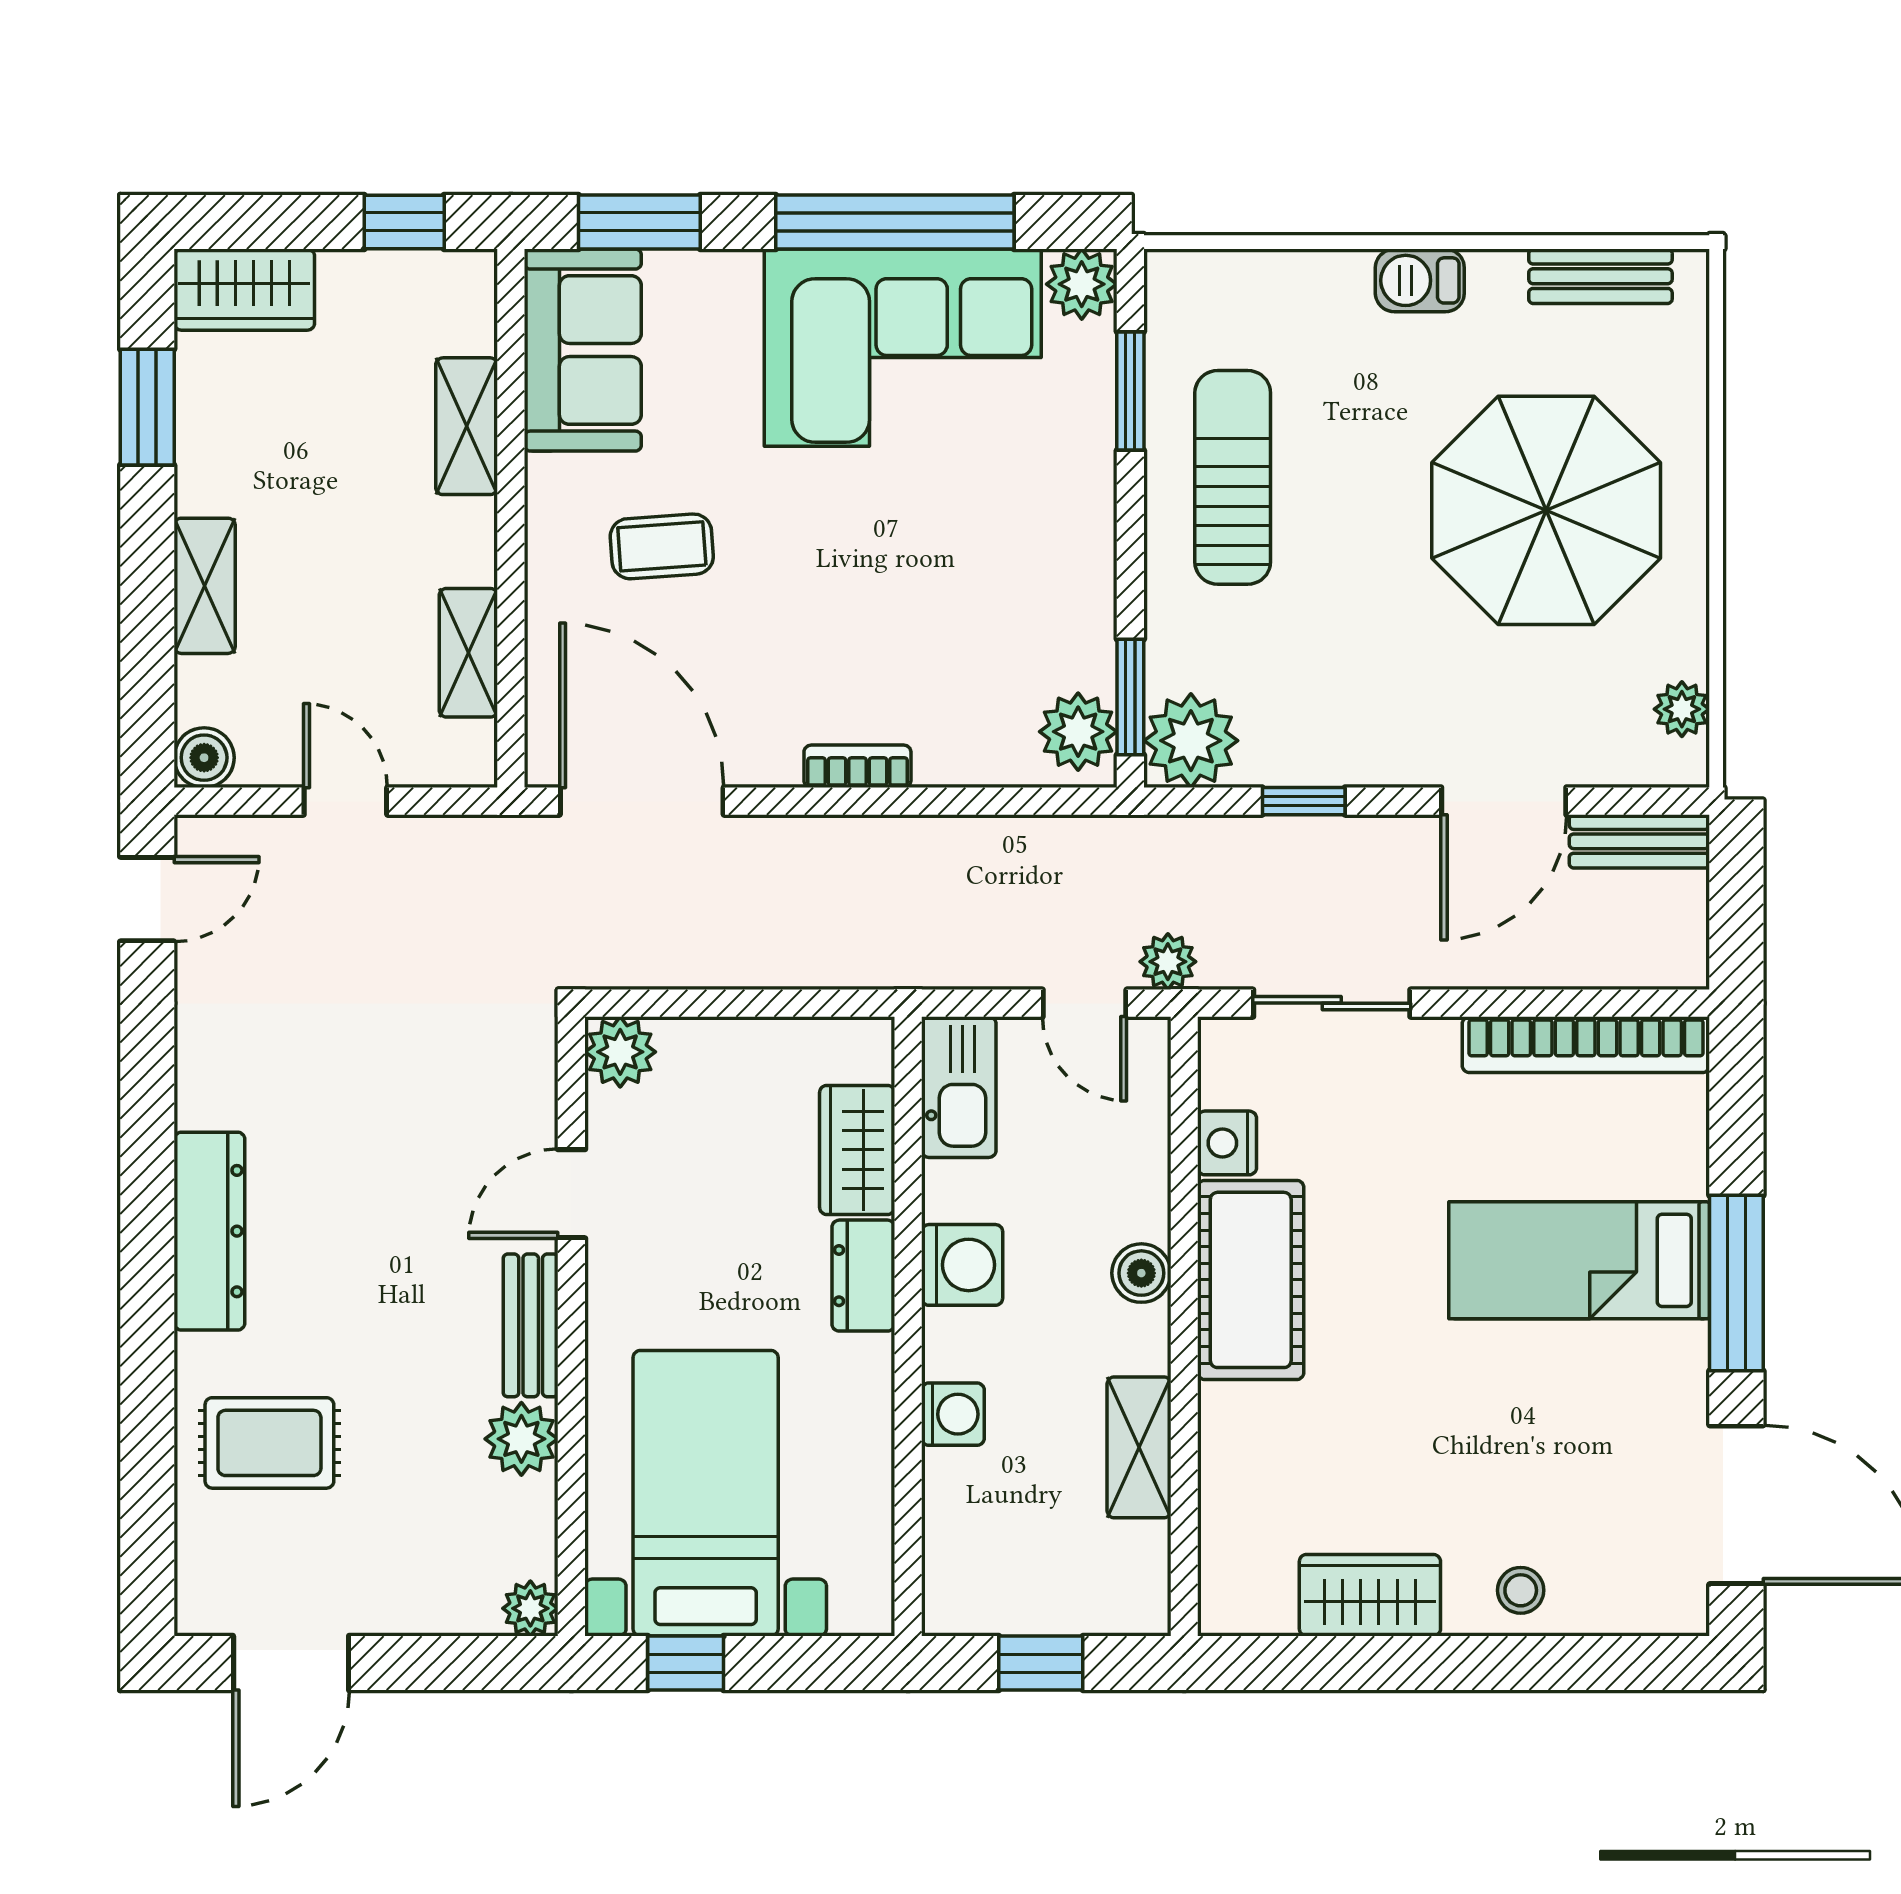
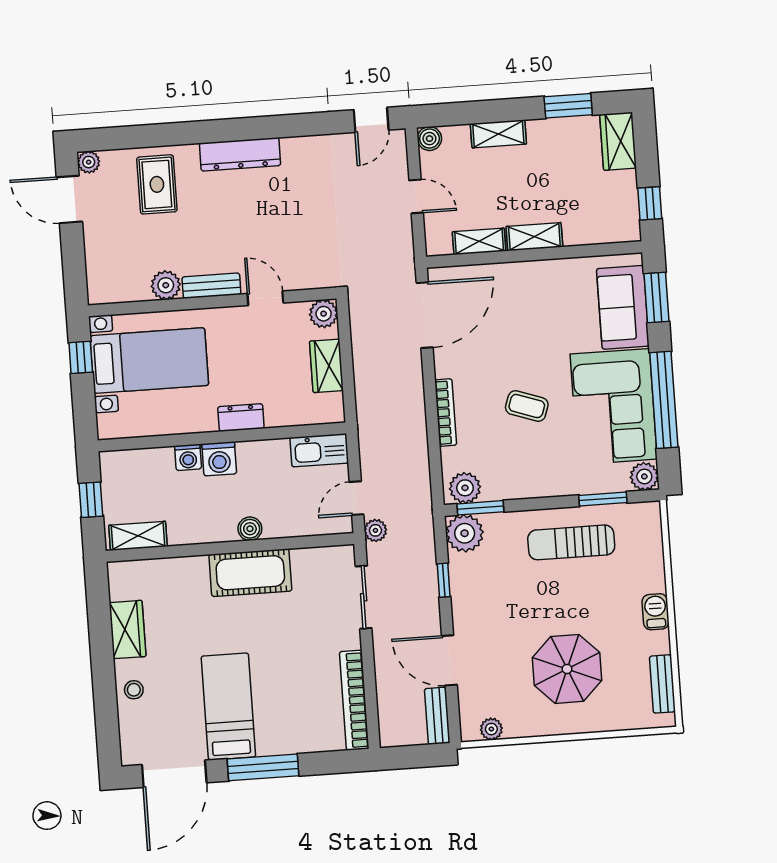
sofa: (583, 350) -> (623, 307), moved, turned 90
shelving: (467, 426) -> (534, 237), moved
sun lounger: (1233, 477) -> (571, 542), turned 180
parasol: (1546, 510) -> (567, 669), width x0.73, depth x0.73
coffee table: (662, 546) -> (527, 406), moved, turned -67
bookcase: (857, 766) -> (446, 413), width x1.56
door: (345, 801) -> (416, 196), hinge flipped
door: (147, 899) -> (371, 120), hinge flipped
nightstand: (1227, 1143) -> (305, 559), removed
wardrobe: (857, 1150) -> (326, 366), moved, turned -90
bed: (1579, 1260) -> (228, 707), moved
washing machine: (962, 1265) -> (219, 459), moved
shelving: (1139, 1447) -> (138, 536), moved
plant: (530, 1608) -> (89, 162), moved

